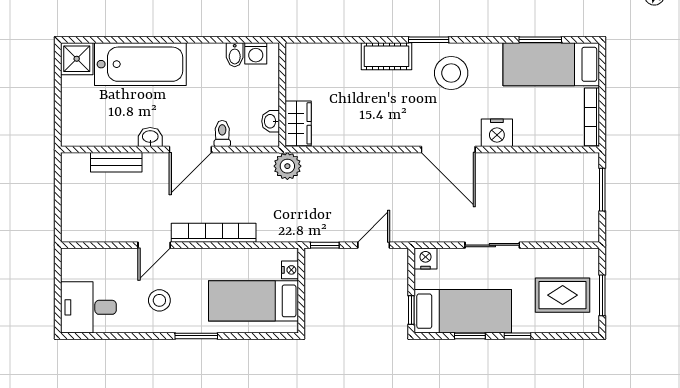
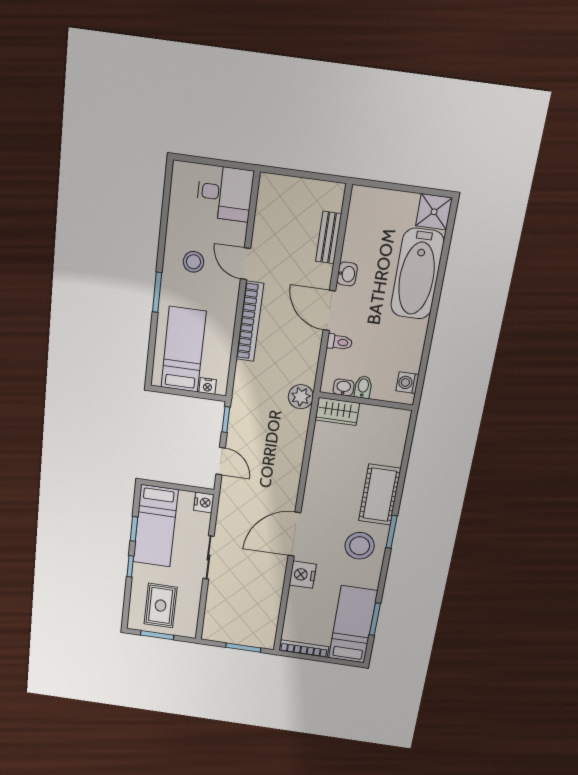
bidet: (235, 55) -> (363, 387), moved, turned 90
cot: (387, 56) -> (380, 495), width x1.37, depth x1.34
desk: (88, 307) -> (225, 193), moved, turned 90
window: (411, 310) -> (161, 484), removed

